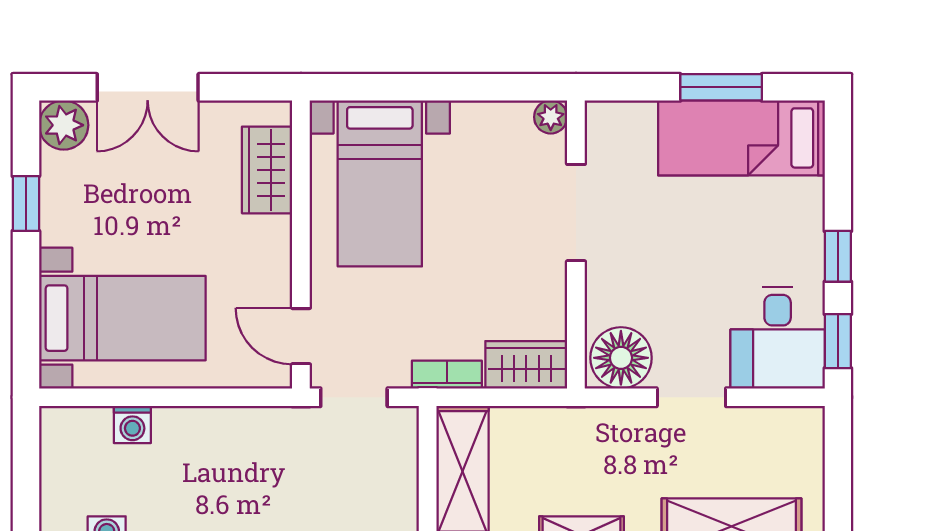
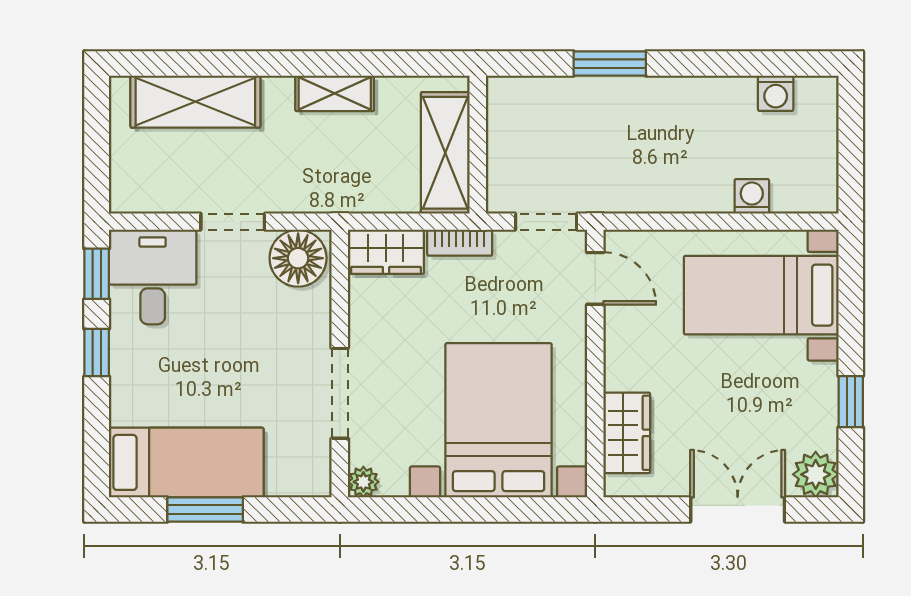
bed with nightstands: (380, 183) -> (499, 420), width x1.36

